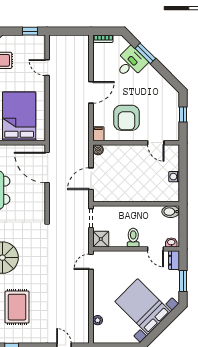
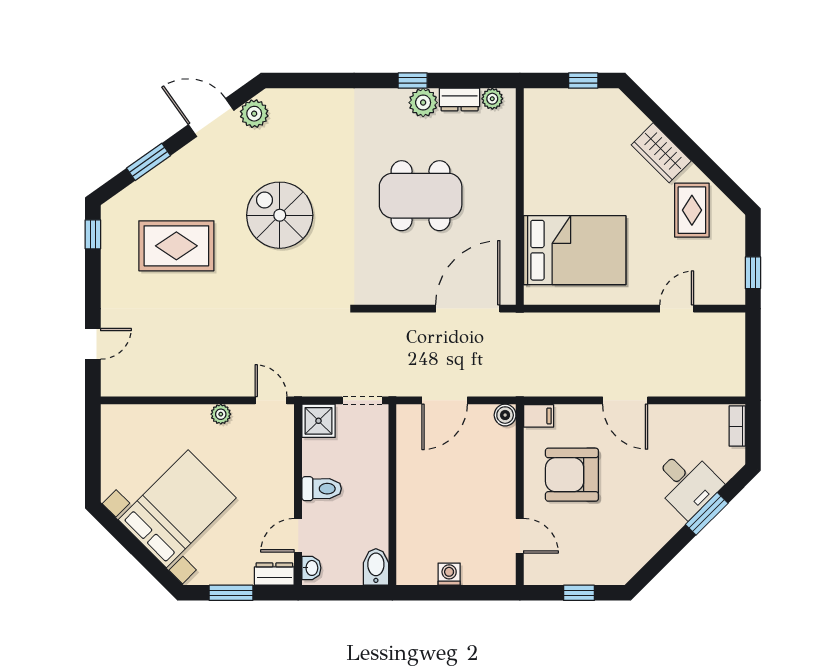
door: (156, 143) -> (520, 536), swing flipped
door: (91, 179) -> (445, 400), swing flipped
plant: (98, 320) -> (221, 414), moved

